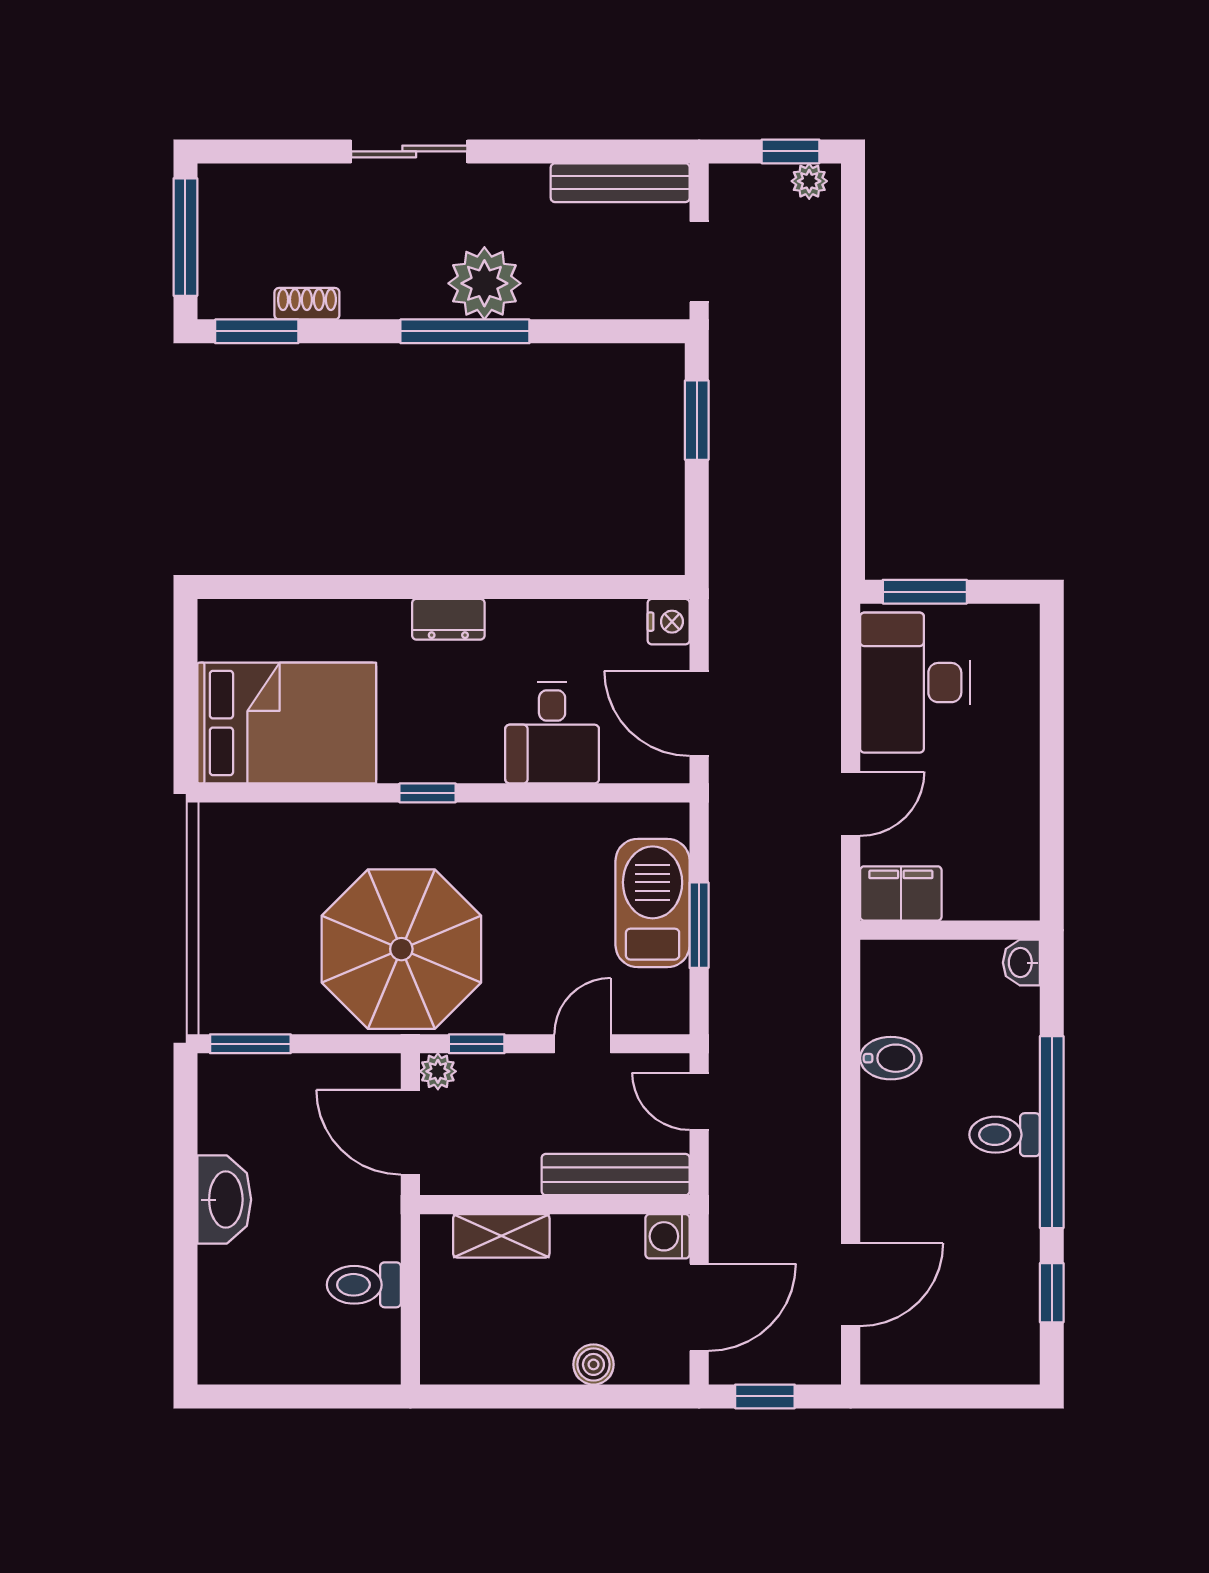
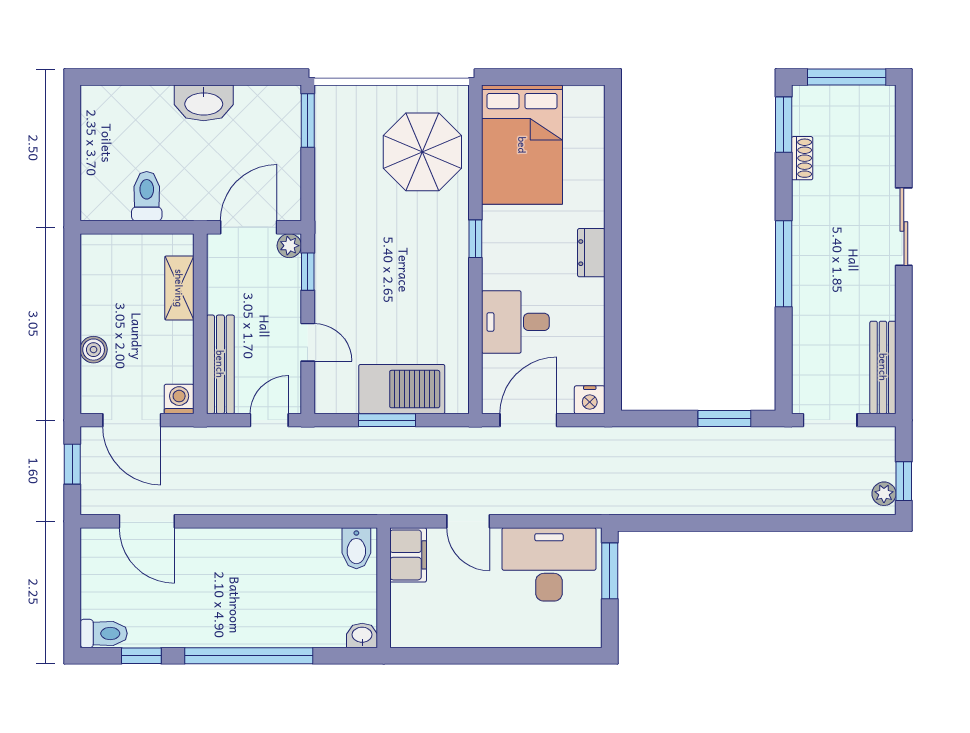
plant: (484, 283) -> (816, 277), removed
parasol: (401, 949) -> (422, 152), moved, width x0.73, depth x0.73
bidet: (891, 1058) -> (356, 548), moved
toilet: (1005, 1135) -> (104, 633), moved, turned 90

